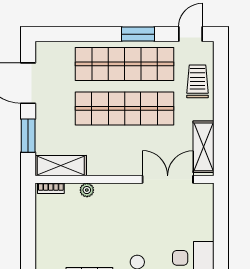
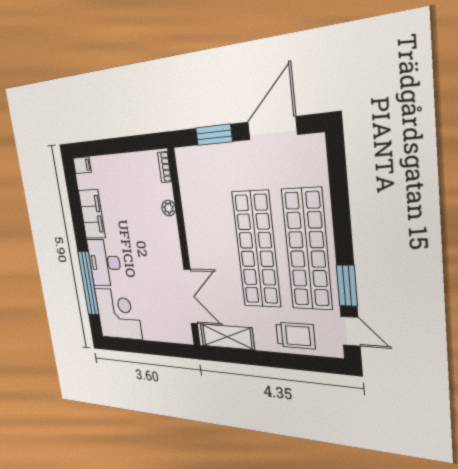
window: (138, 34) -> (347, 286), moved
shelving: (61, 166) -> (188, 177), removed

